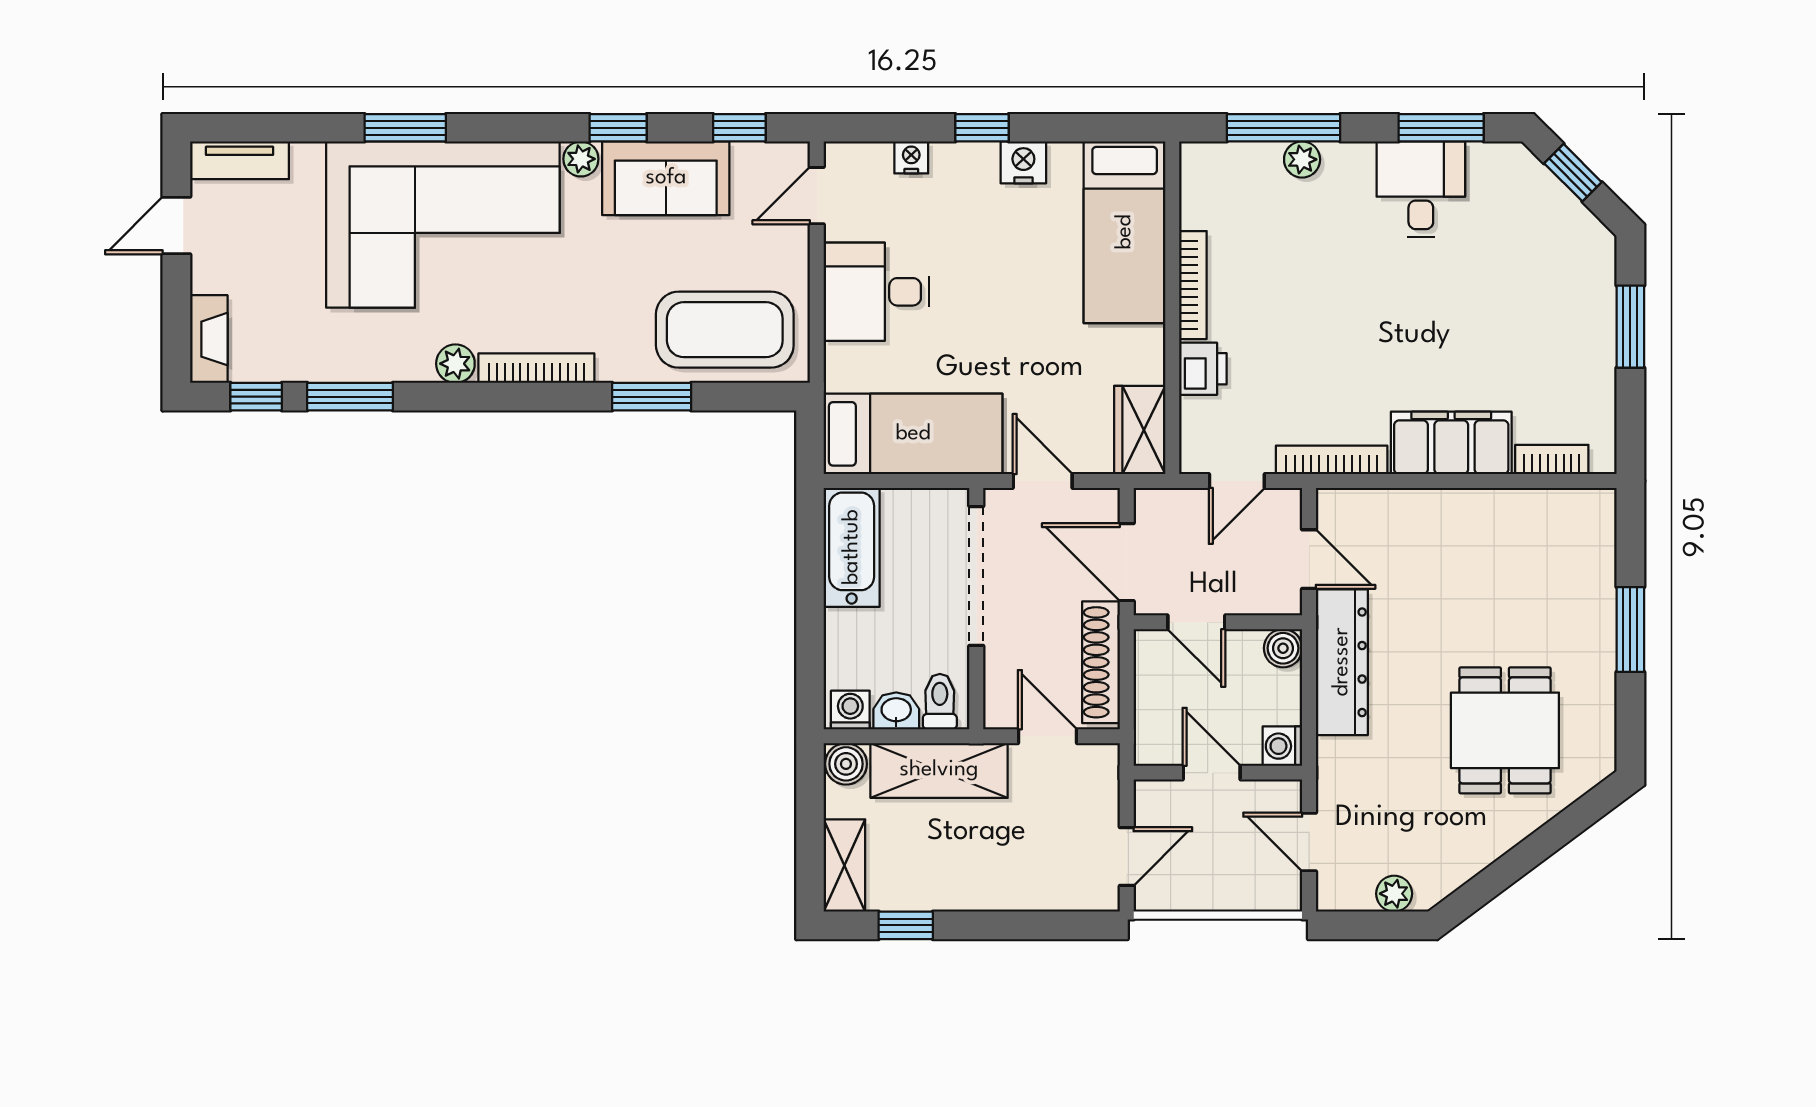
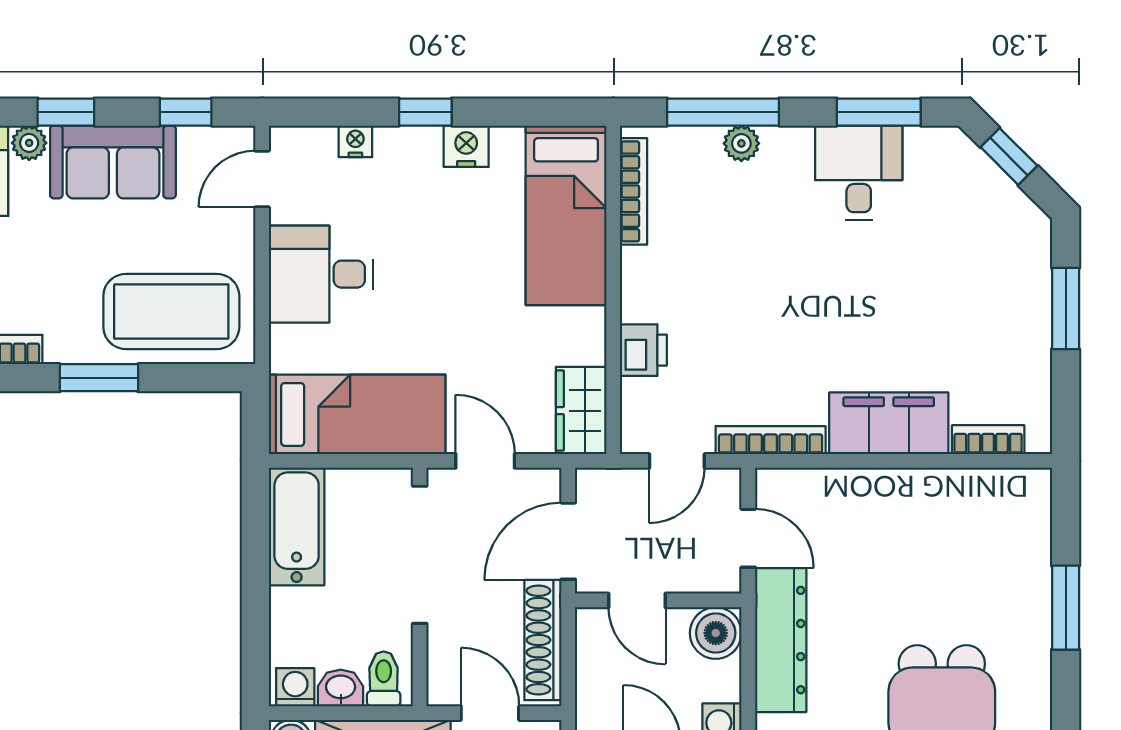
bookcase: (1193, 285) -> (634, 191), moved
door: (1127, 562) -> (568, 541), hinge flipped
boiler: (1283, 648) -> (716, 633), width x1.36, depth x1.36

